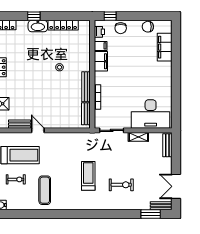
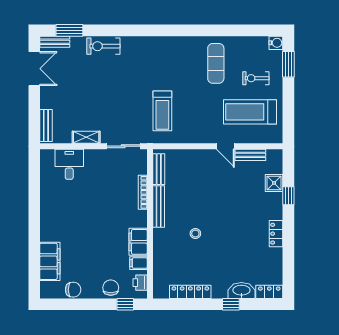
washbasin: (38, 26) -> (241, 291), moved
desk: (151, 114) -> (69, 164), width x0.53, depth x0.77
treadmill: (88, 176) -> (162, 111), moved
exercise bike: (121, 185) -> (103, 46), moved

